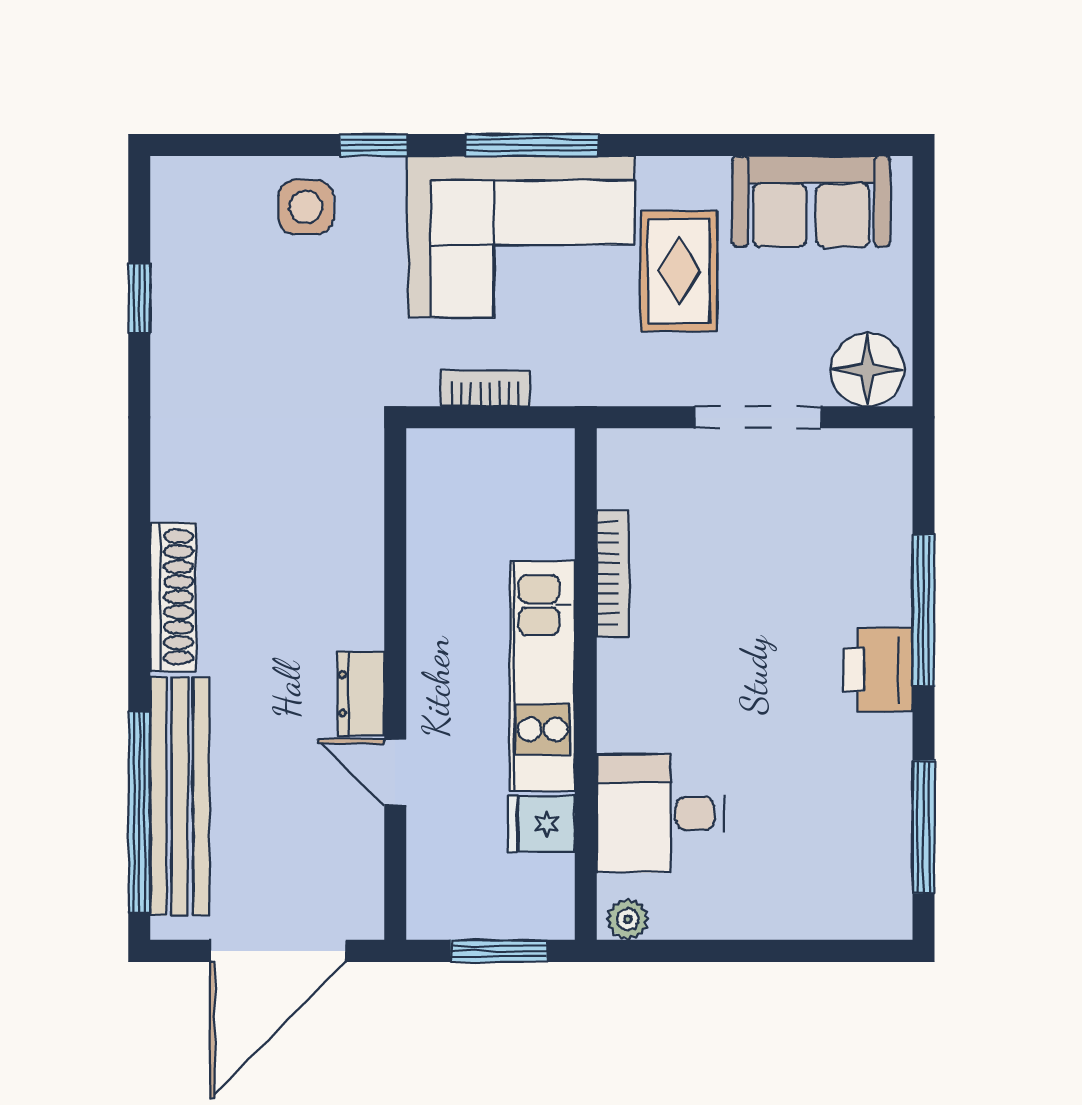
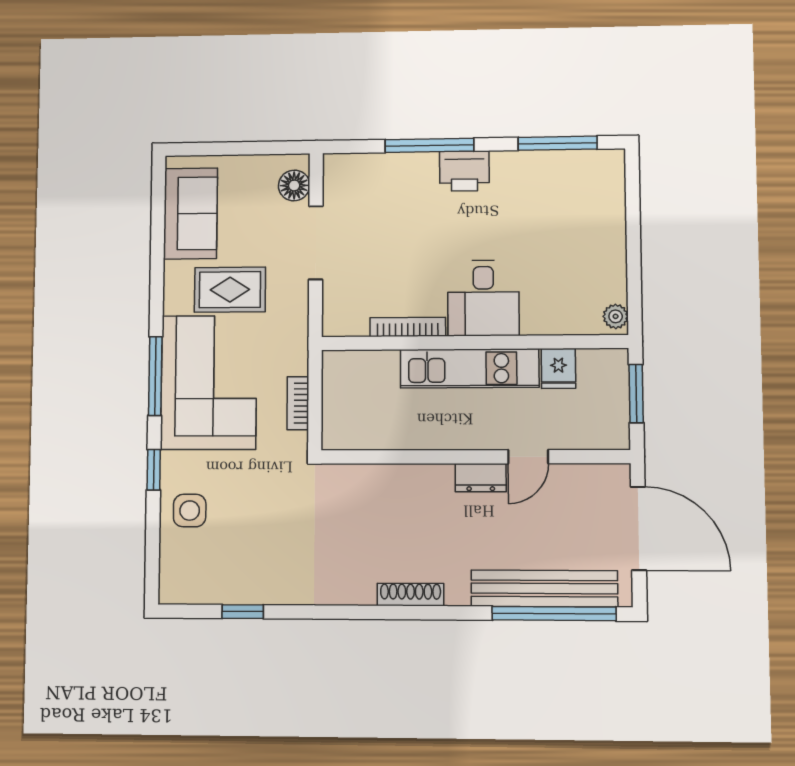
floor lamp: (867, 370) -> (294, 185), width x0.73, depth x0.73
shoe rack: (173, 597) -> (411, 595), width x0.74, depth x0.81
desk: (661, 813) -> (483, 298), moved

